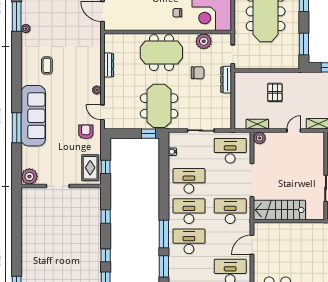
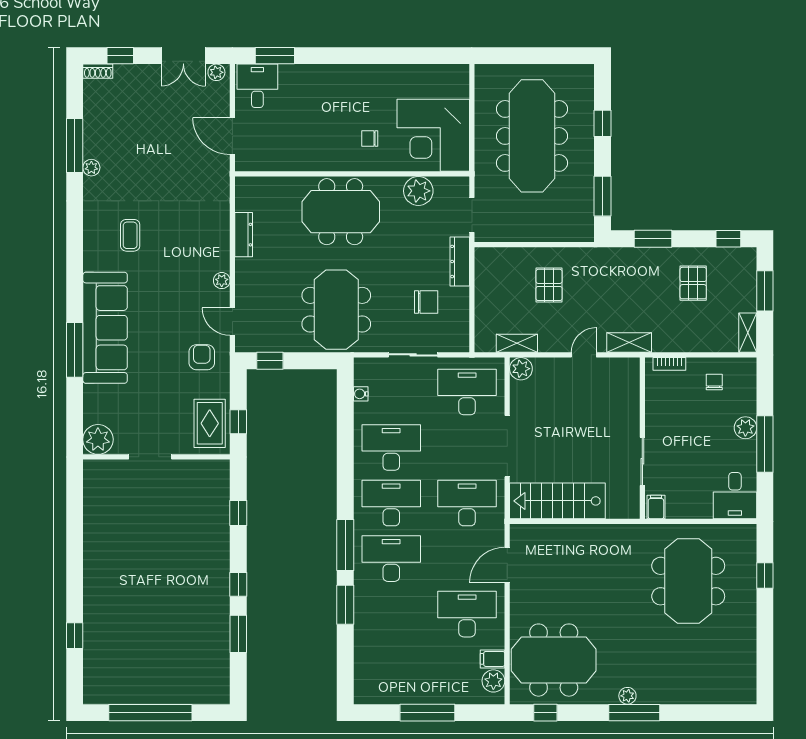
chair: (198, 73) -> (426, 302), moved
window: (148, 134) -> (270, 361), moved

